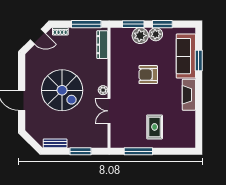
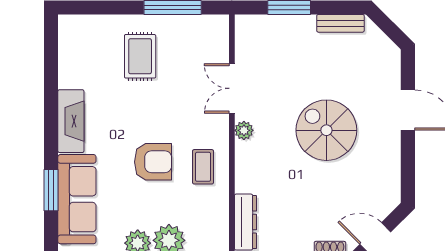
coffee table: (123, 72) -> (203, 167), added
spiral stairs: (62, 90) -> (326, 130), width x0.73, depth x0.73
double door: (109, 111) -> (232, 88), swing flipped

